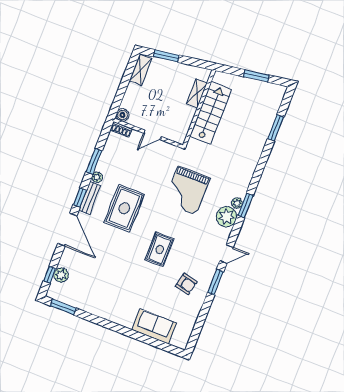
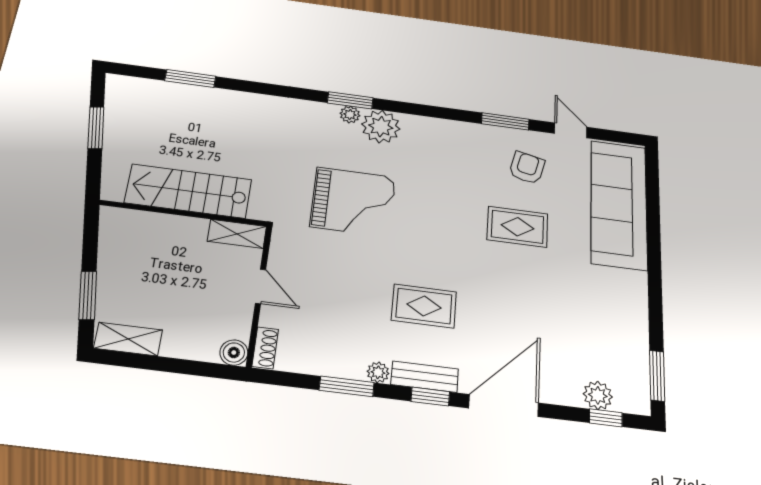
shelving: (197, 93) -> (237, 234), moved
rug: (124, 208) -> (424, 306), width x0.73, depth x0.70
rug: (160, 249) -> (517, 227), moved
door: (227, 254) -> (571, 130), moved
sofa: (154, 326) -> (619, 204), width x1.85, depth x1.27

